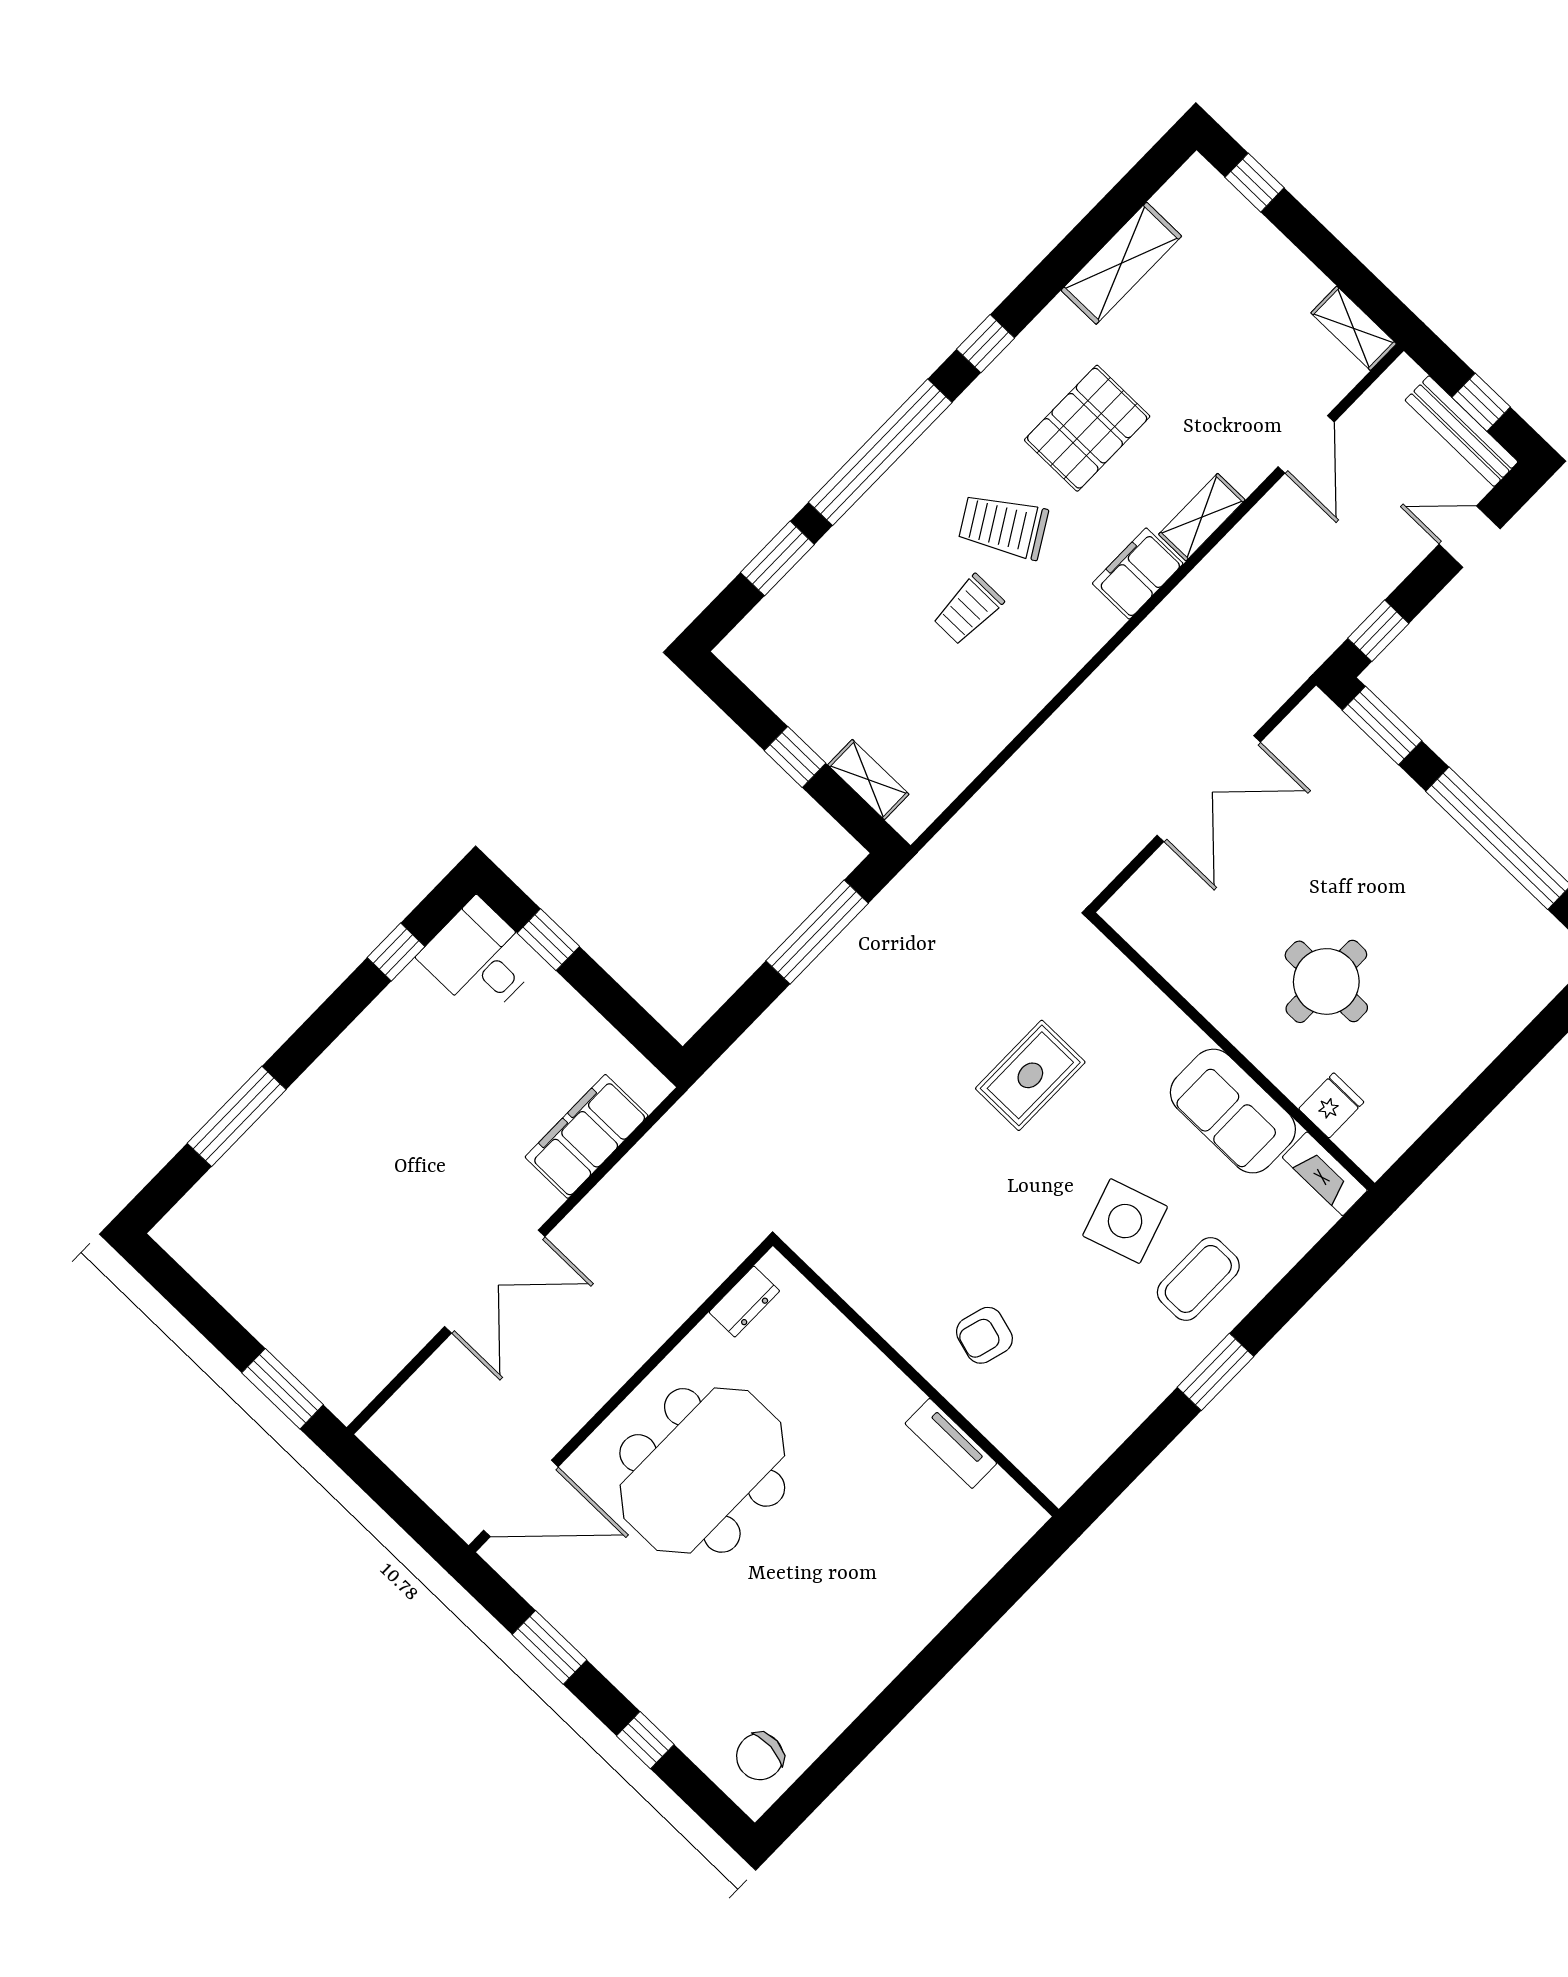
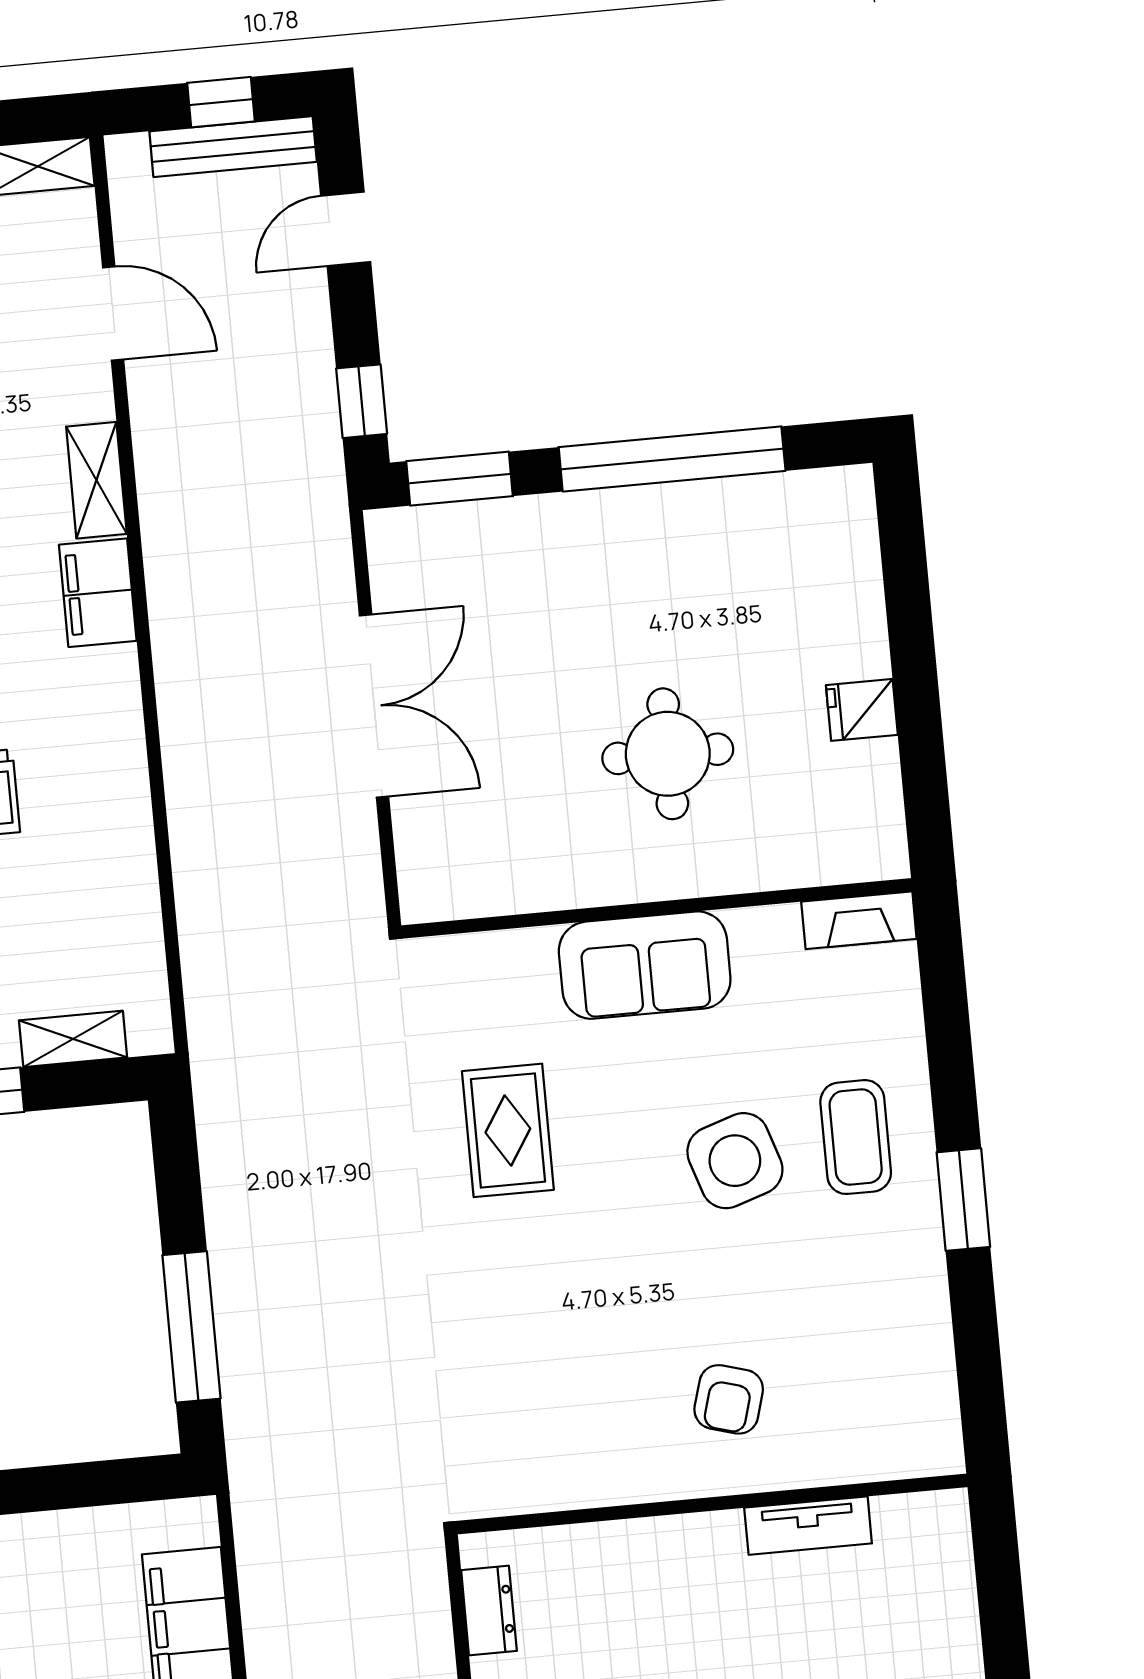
window: (817, 932) -> (191, 1327), moved
fridge: (1331, 1105) -> (862, 710), moved, turned -90
sofa: (1233, 1111) -> (645, 965), moved

